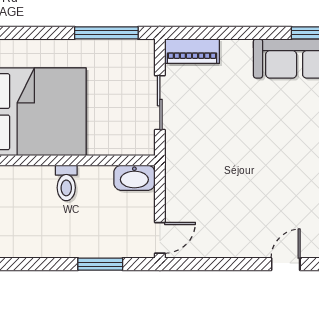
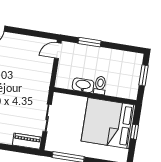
washbasin: (134, 178) -> (83, 85), moved

